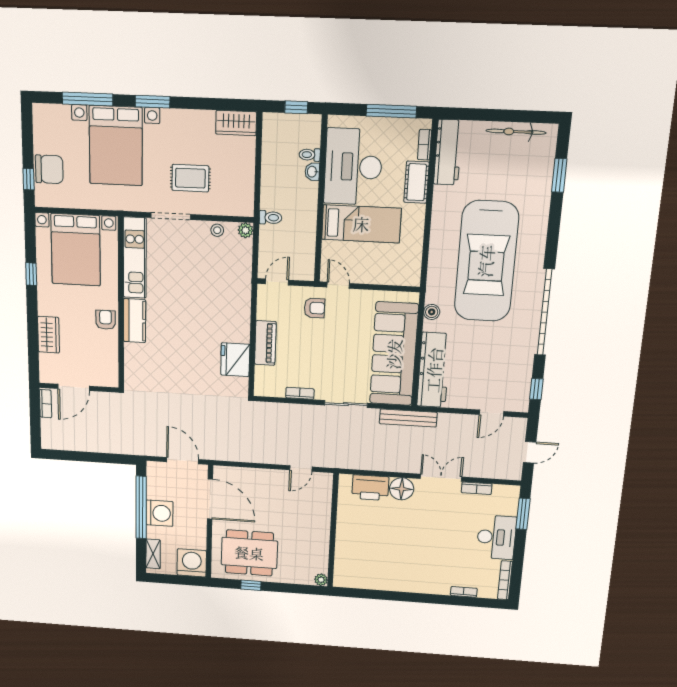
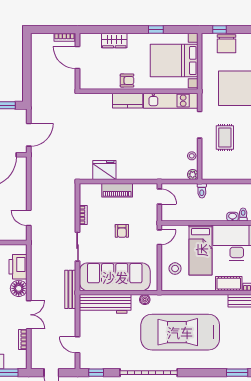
stool: (387, 264) -> (175, 269), added
armchair: (314, 308) -> (122, 231), moved

